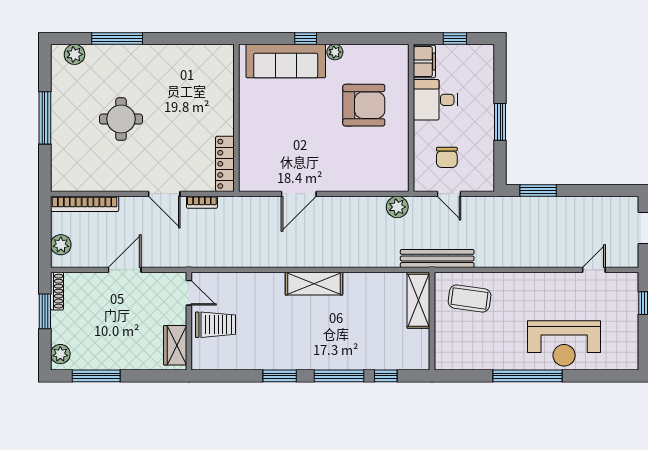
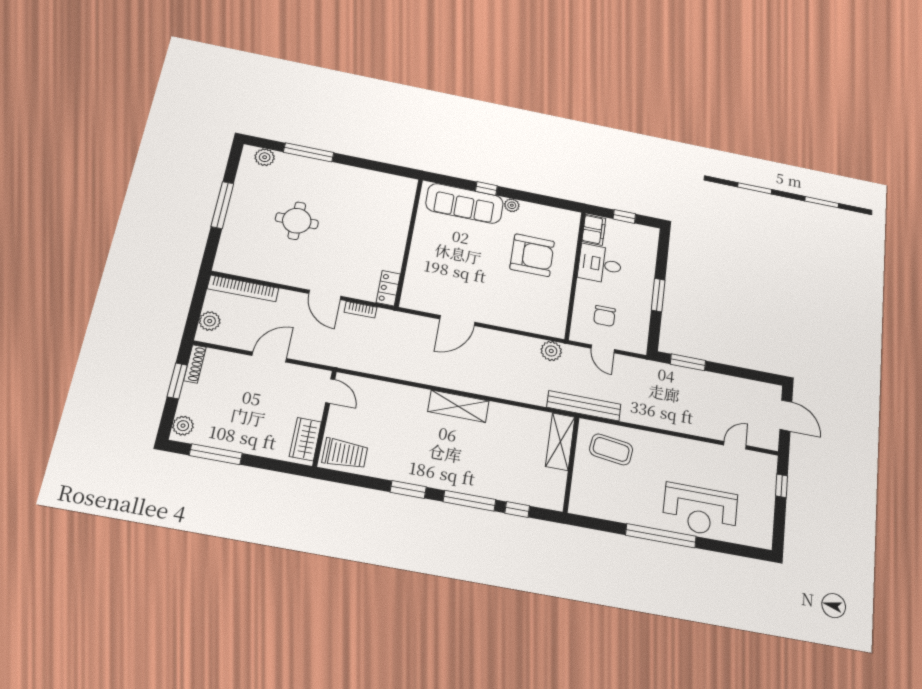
locker: (225, 164) -> (388, 288), width x0.66
trolley: (216, 325) -> (345, 454), moved

